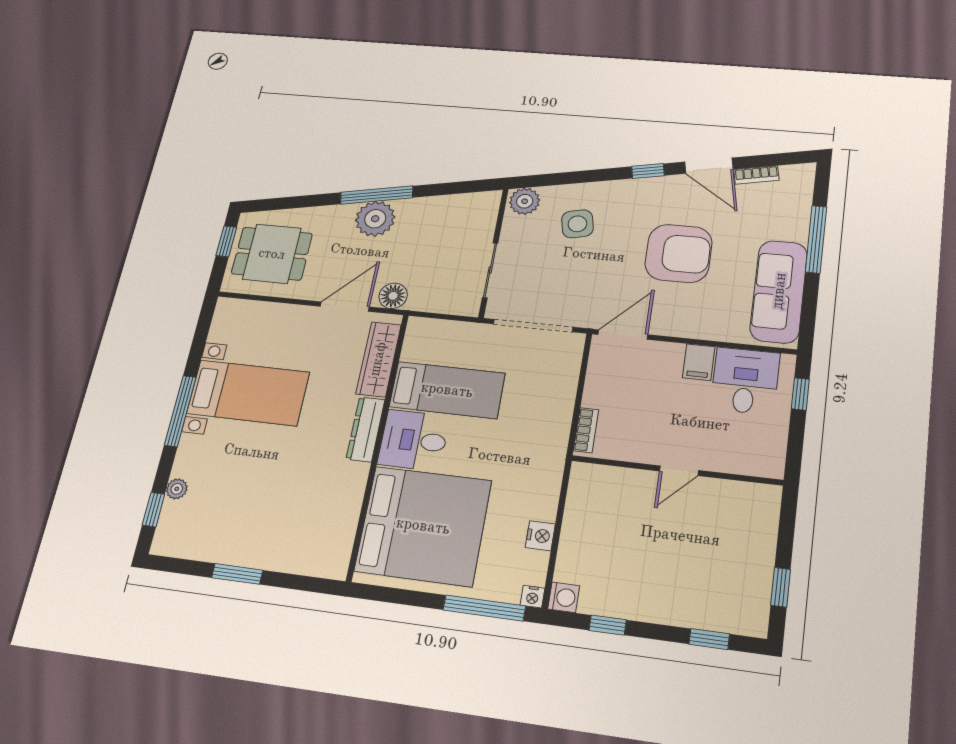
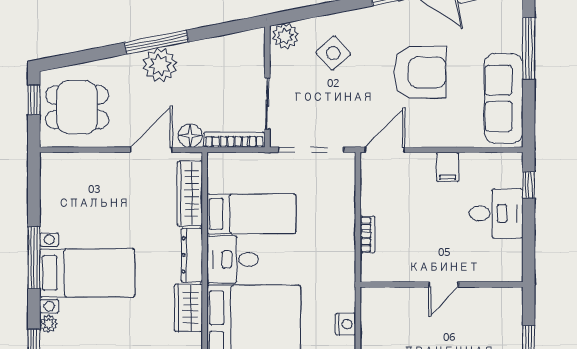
side table: (577, 224) -> (333, 53), turned -30
bookcase: (443, 305) -> (234, 140), added
desk: (745, 381) -> (496, 213), moved, turned 90
bed with nightstands: (248, 393) -> (87, 273), moved
wall: (676, 470) -> (442, 284), moved
door: (679, 471) -> (444, 284), moved
wardrobe: (348, 491) -> (188, 308), added

